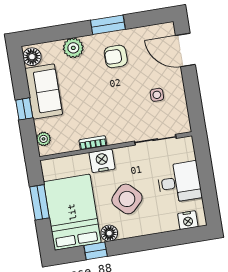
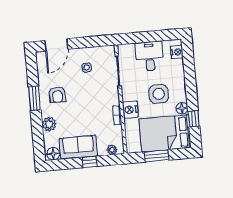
side table: (127, 199) -> (159, 94), turned 45

